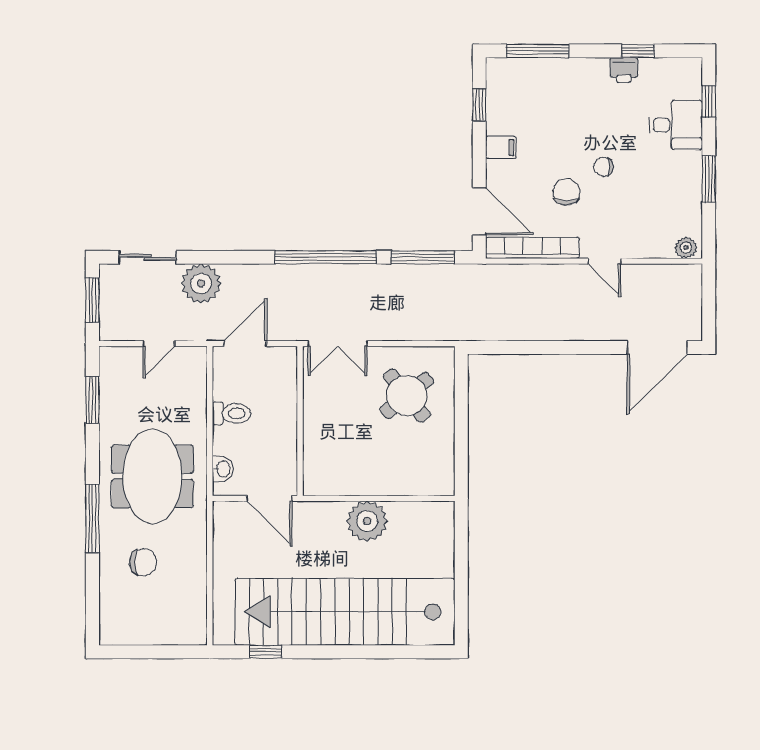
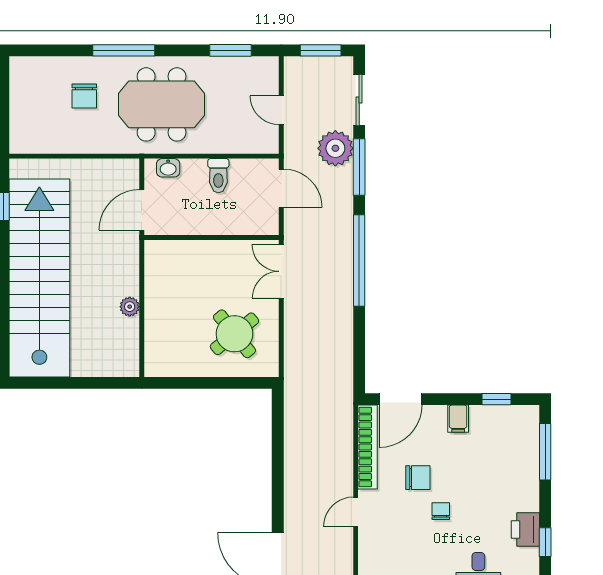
printer: (624, 70) -> (525, 529), width x1.36, depth x1.24
window: (423, 257) -> (359, 167), moved
plant: (367, 521) -> (130, 307), width x0.53, depth x0.53

